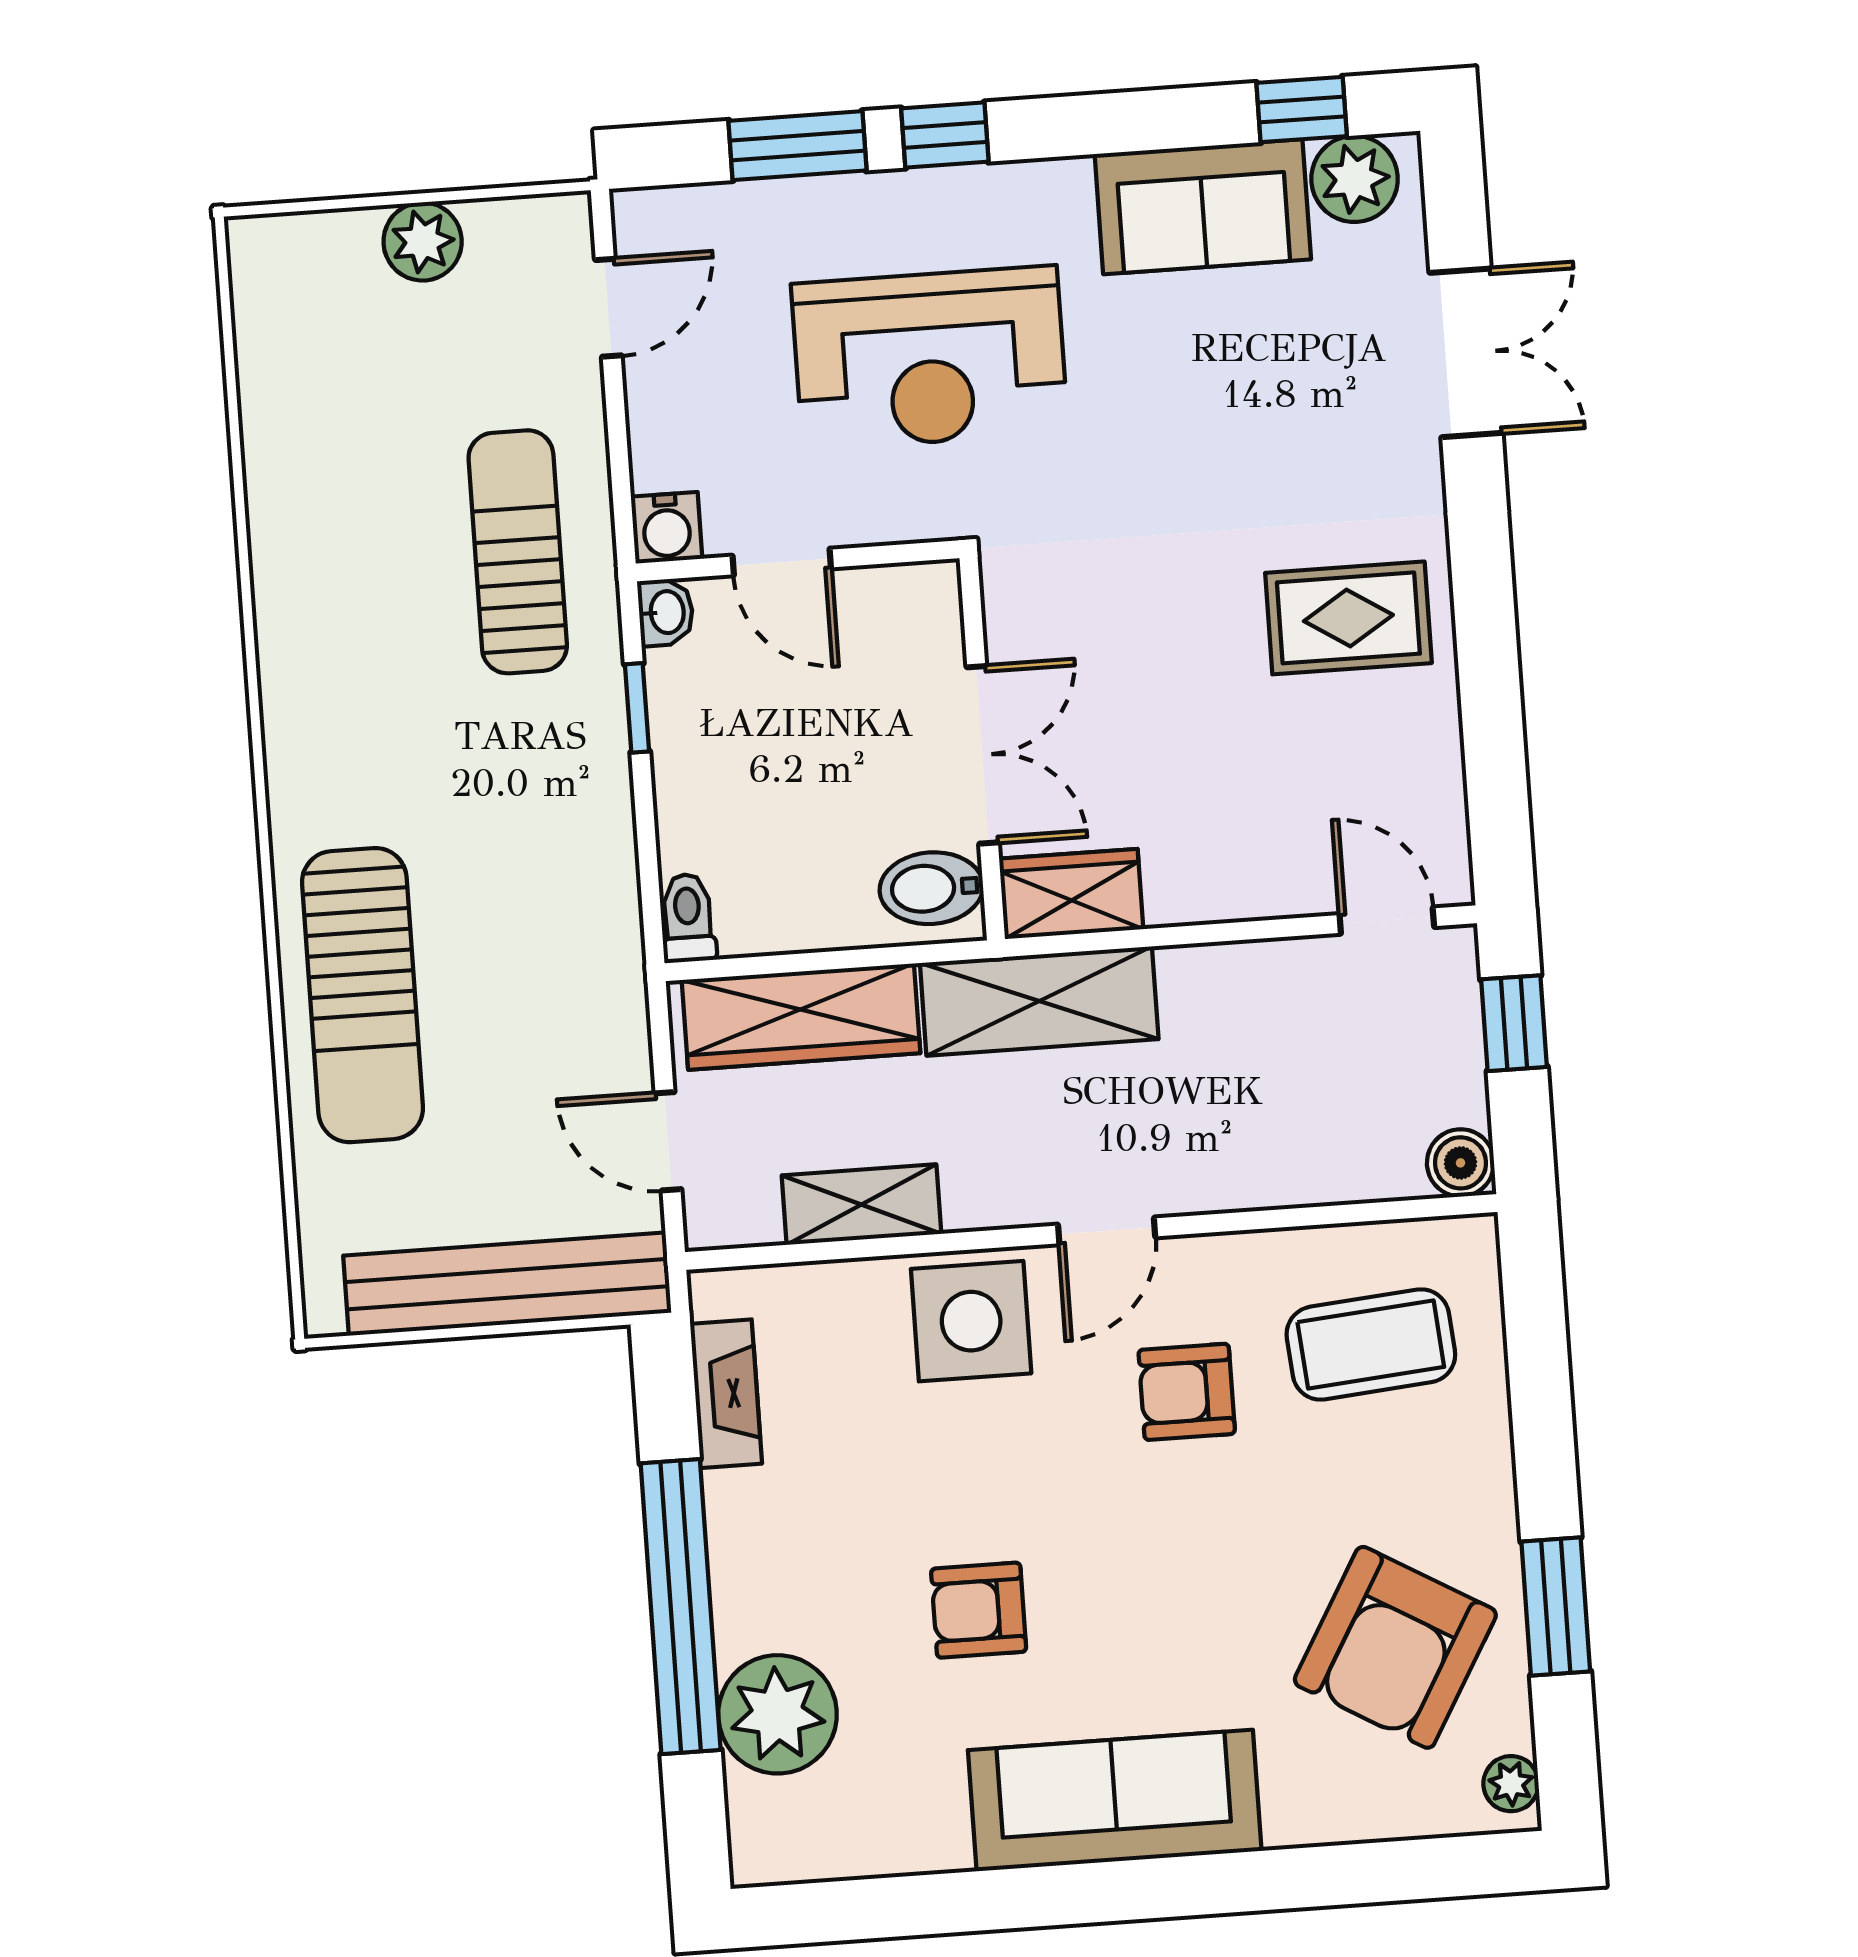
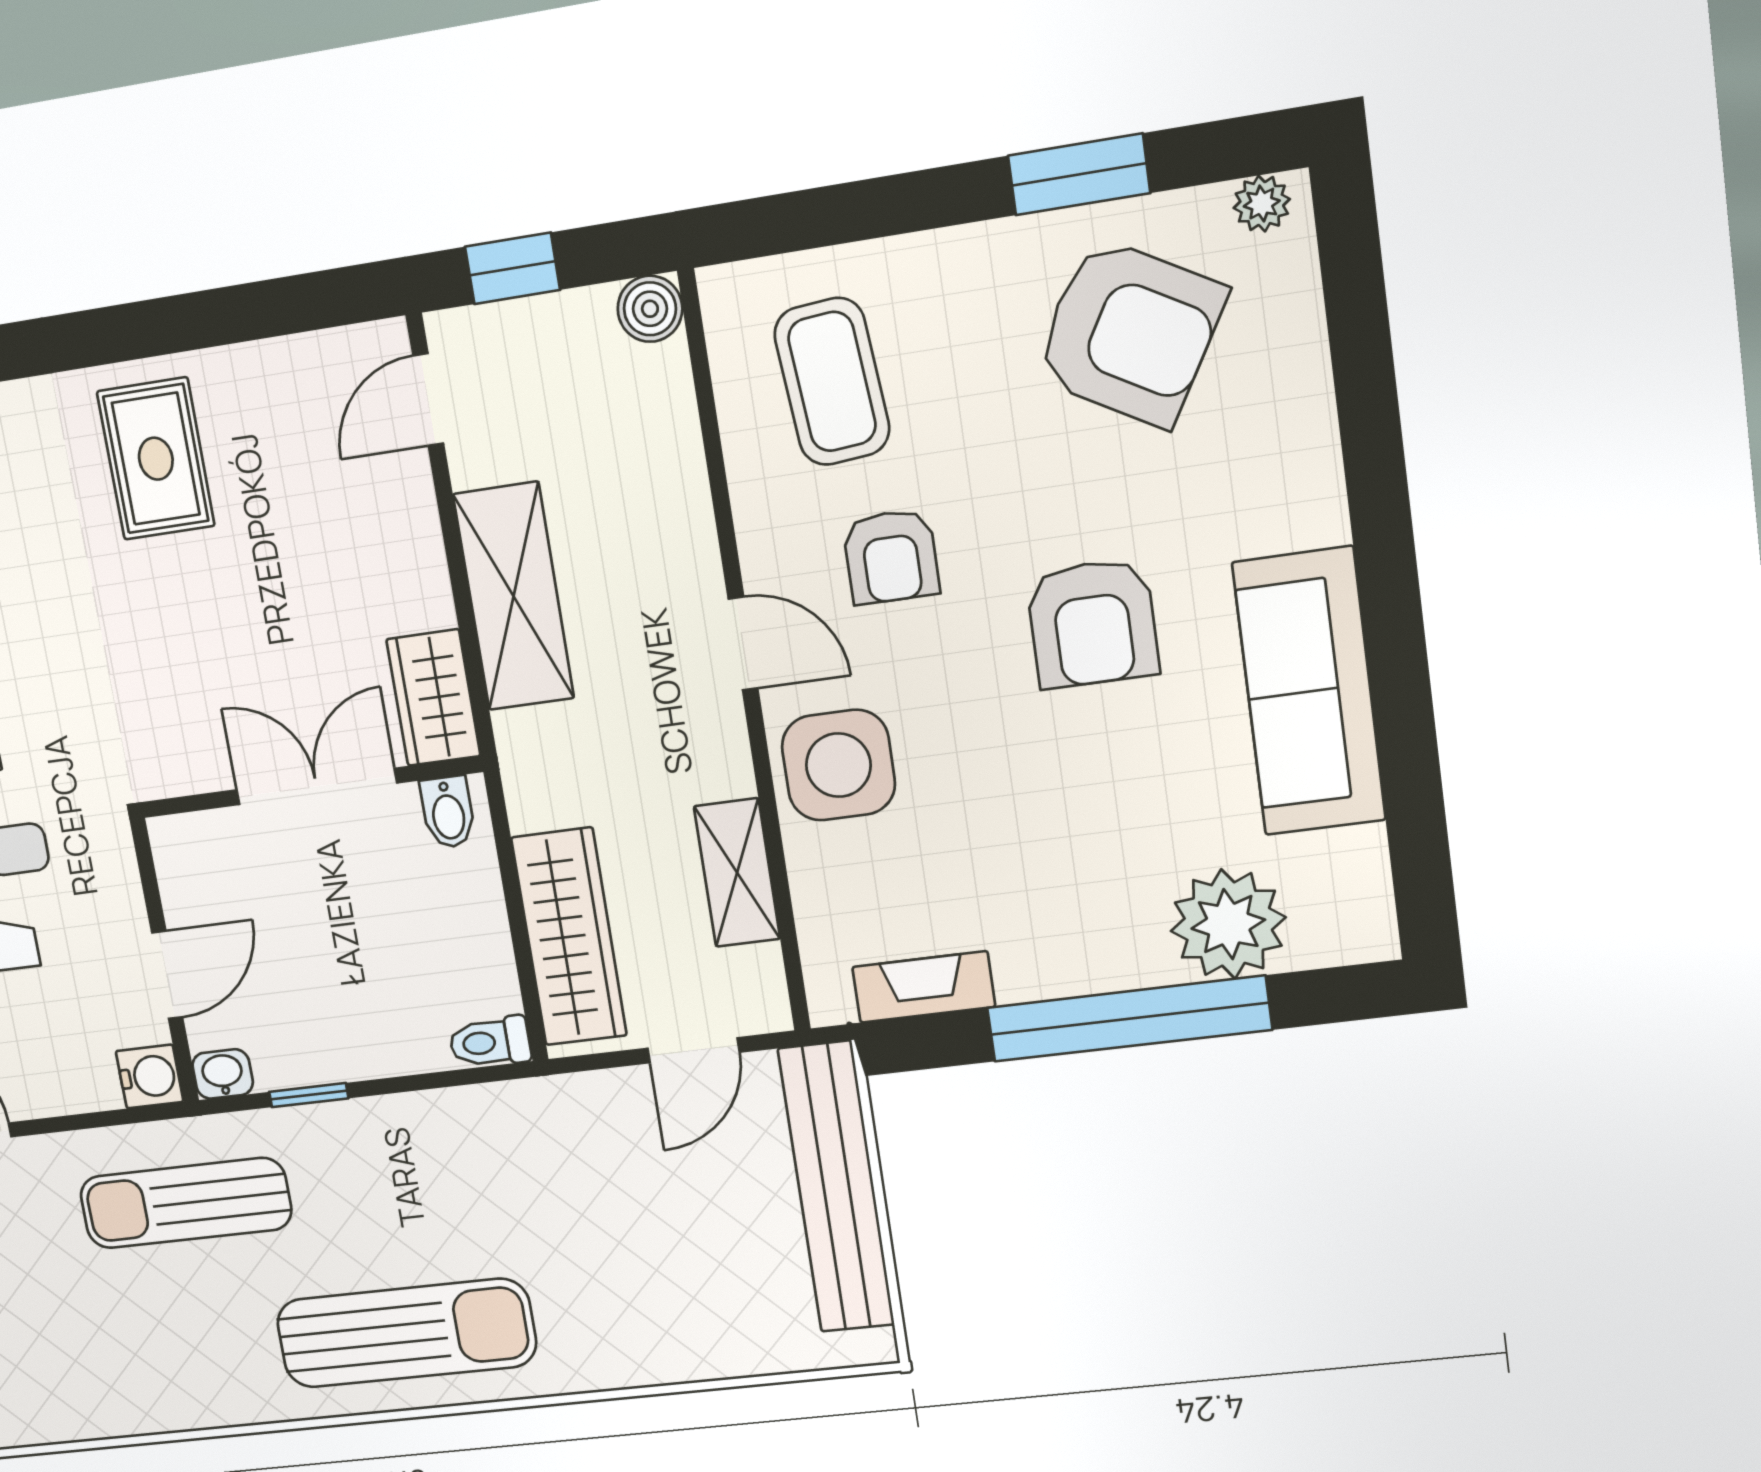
bidet: (931, 888) -> (448, 812), width x0.72, depth x0.74
sun lounger: (363, 995) -> (406, 1333), moved
shelving: (1039, 1001) -> (514, 596), moved
armchair: (979, 1610) -> (1092, 623), moved, width x1.38, depth x1.38
sofa: (1115, 1800) -> (1309, 692), moved

